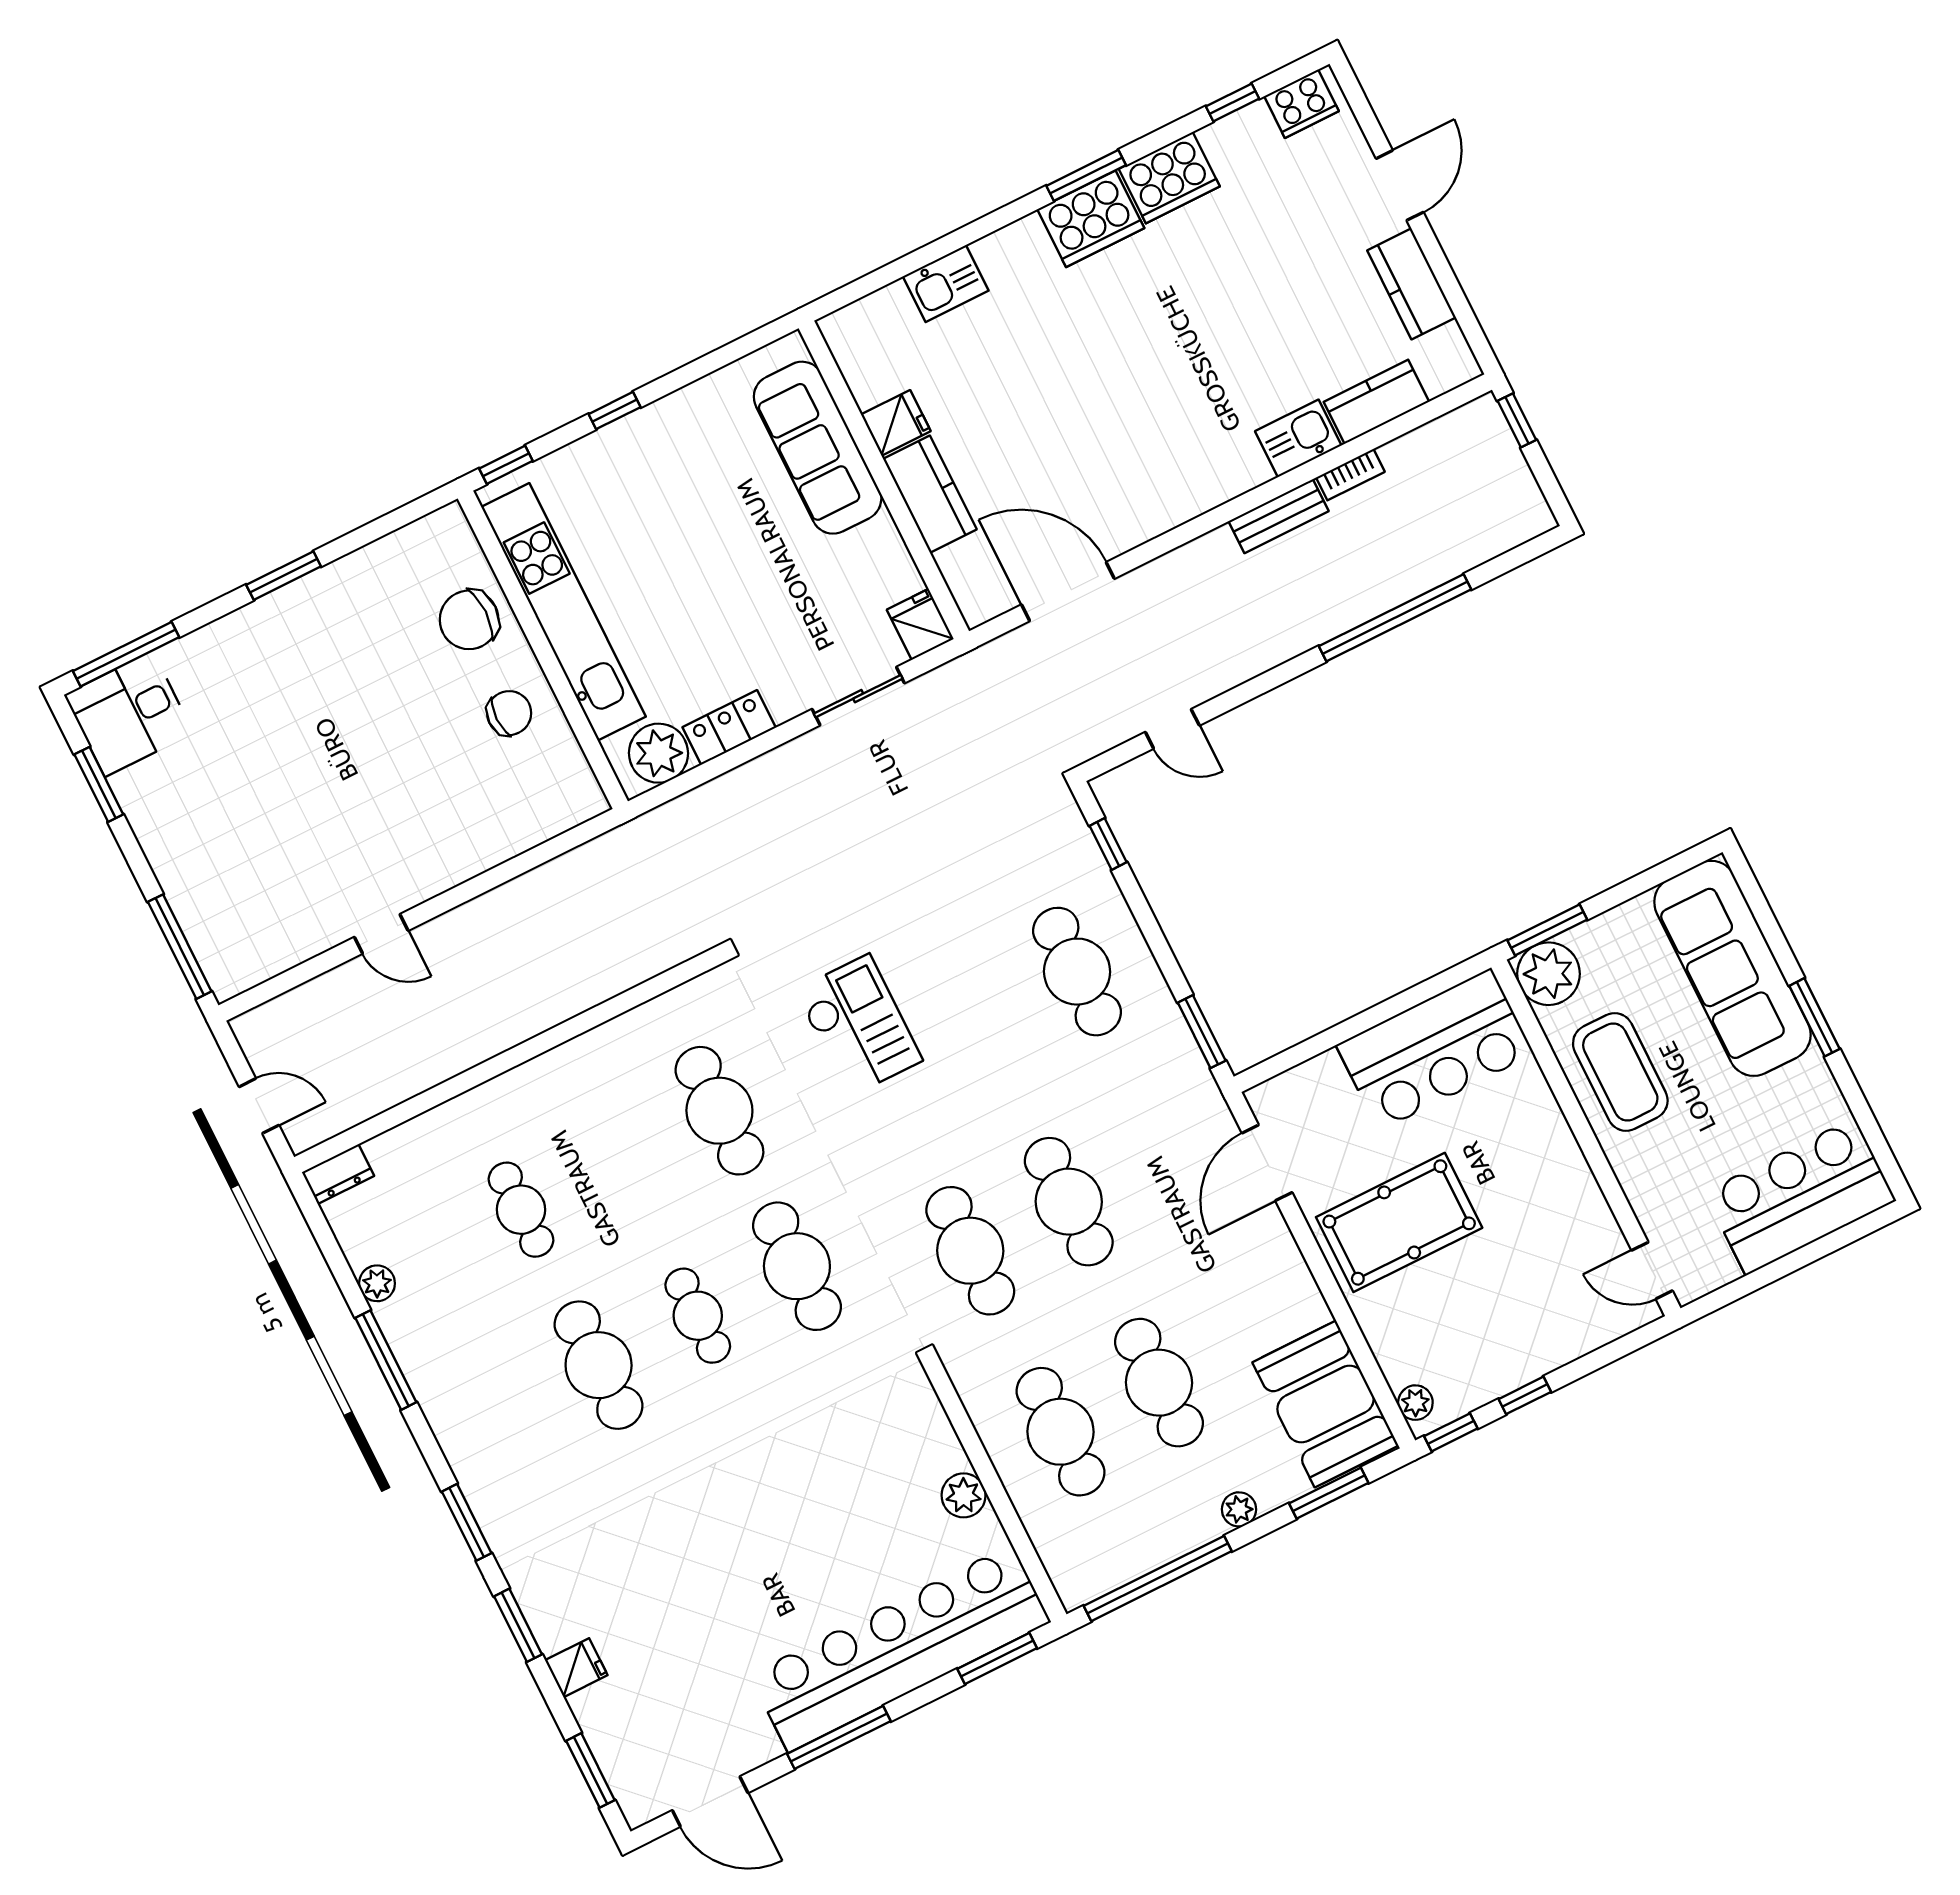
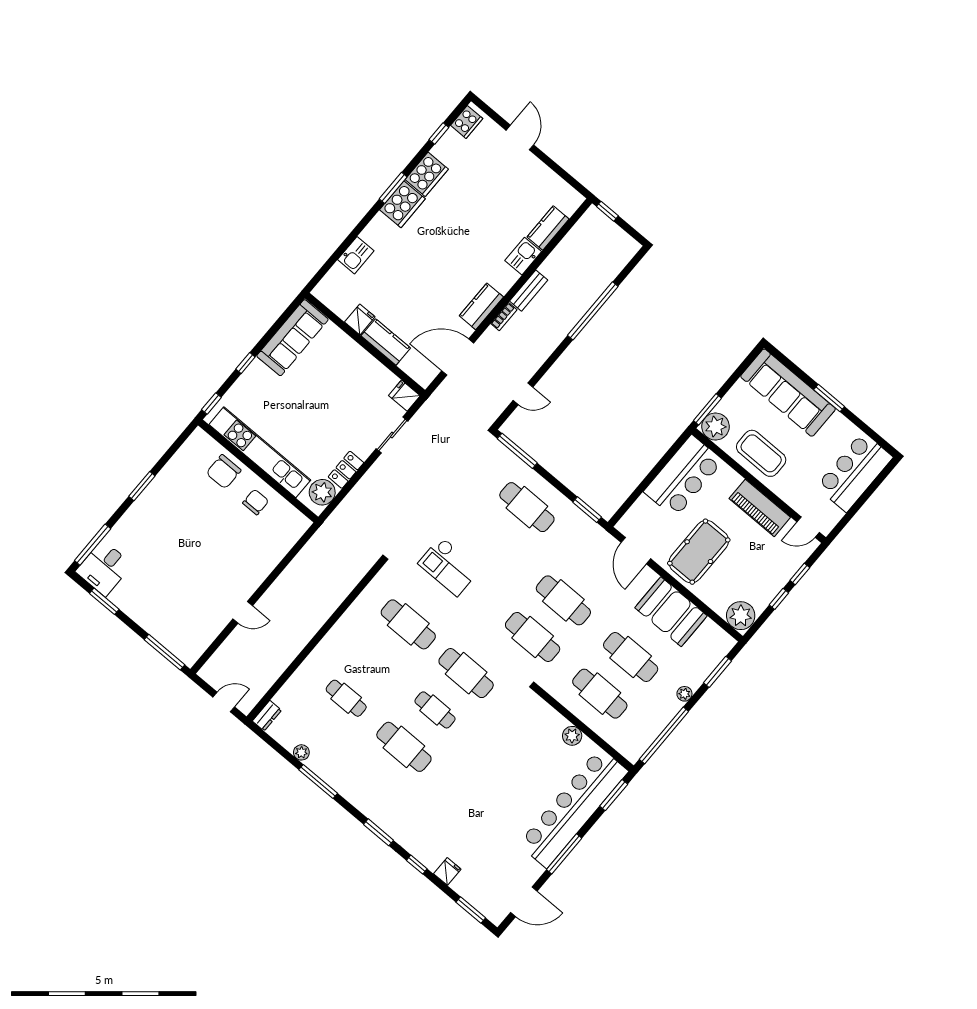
kitchen counter: (1412, 284) -> (481, 306), moved, turned 90
sofa: (818, 448) -> (292, 338), moved, turned -90
bookcase: (1350, 475) -> (504, 317), moved
window: (1108, 844) -> (517, 451), width x2.17
checkout: (859, 1026) -> (449, 566), turned 180
piano: (1567, 1186) -> (760, 508), added
plant: (1415, 1403) -> (741, 616), width x1.87, depth x1.87
booth: (1325, 1404) -> (671, 612), moved
window: (1451, 1432) -> (800, 574), moved
window: (518, 1625) -> (417, 865), width x0.67

